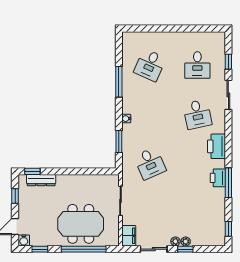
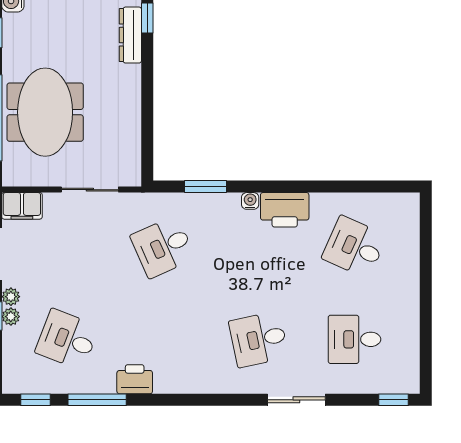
window: (228, 62) -> (393, 400), moved
window: (119, 82) -> (322, 187), removed
printer: (216, 146) -> (285, 210), moved, turned 180
window: (228, 183) -> (97, 400), moved
desk: (197, 213) -> (67, 339), added

